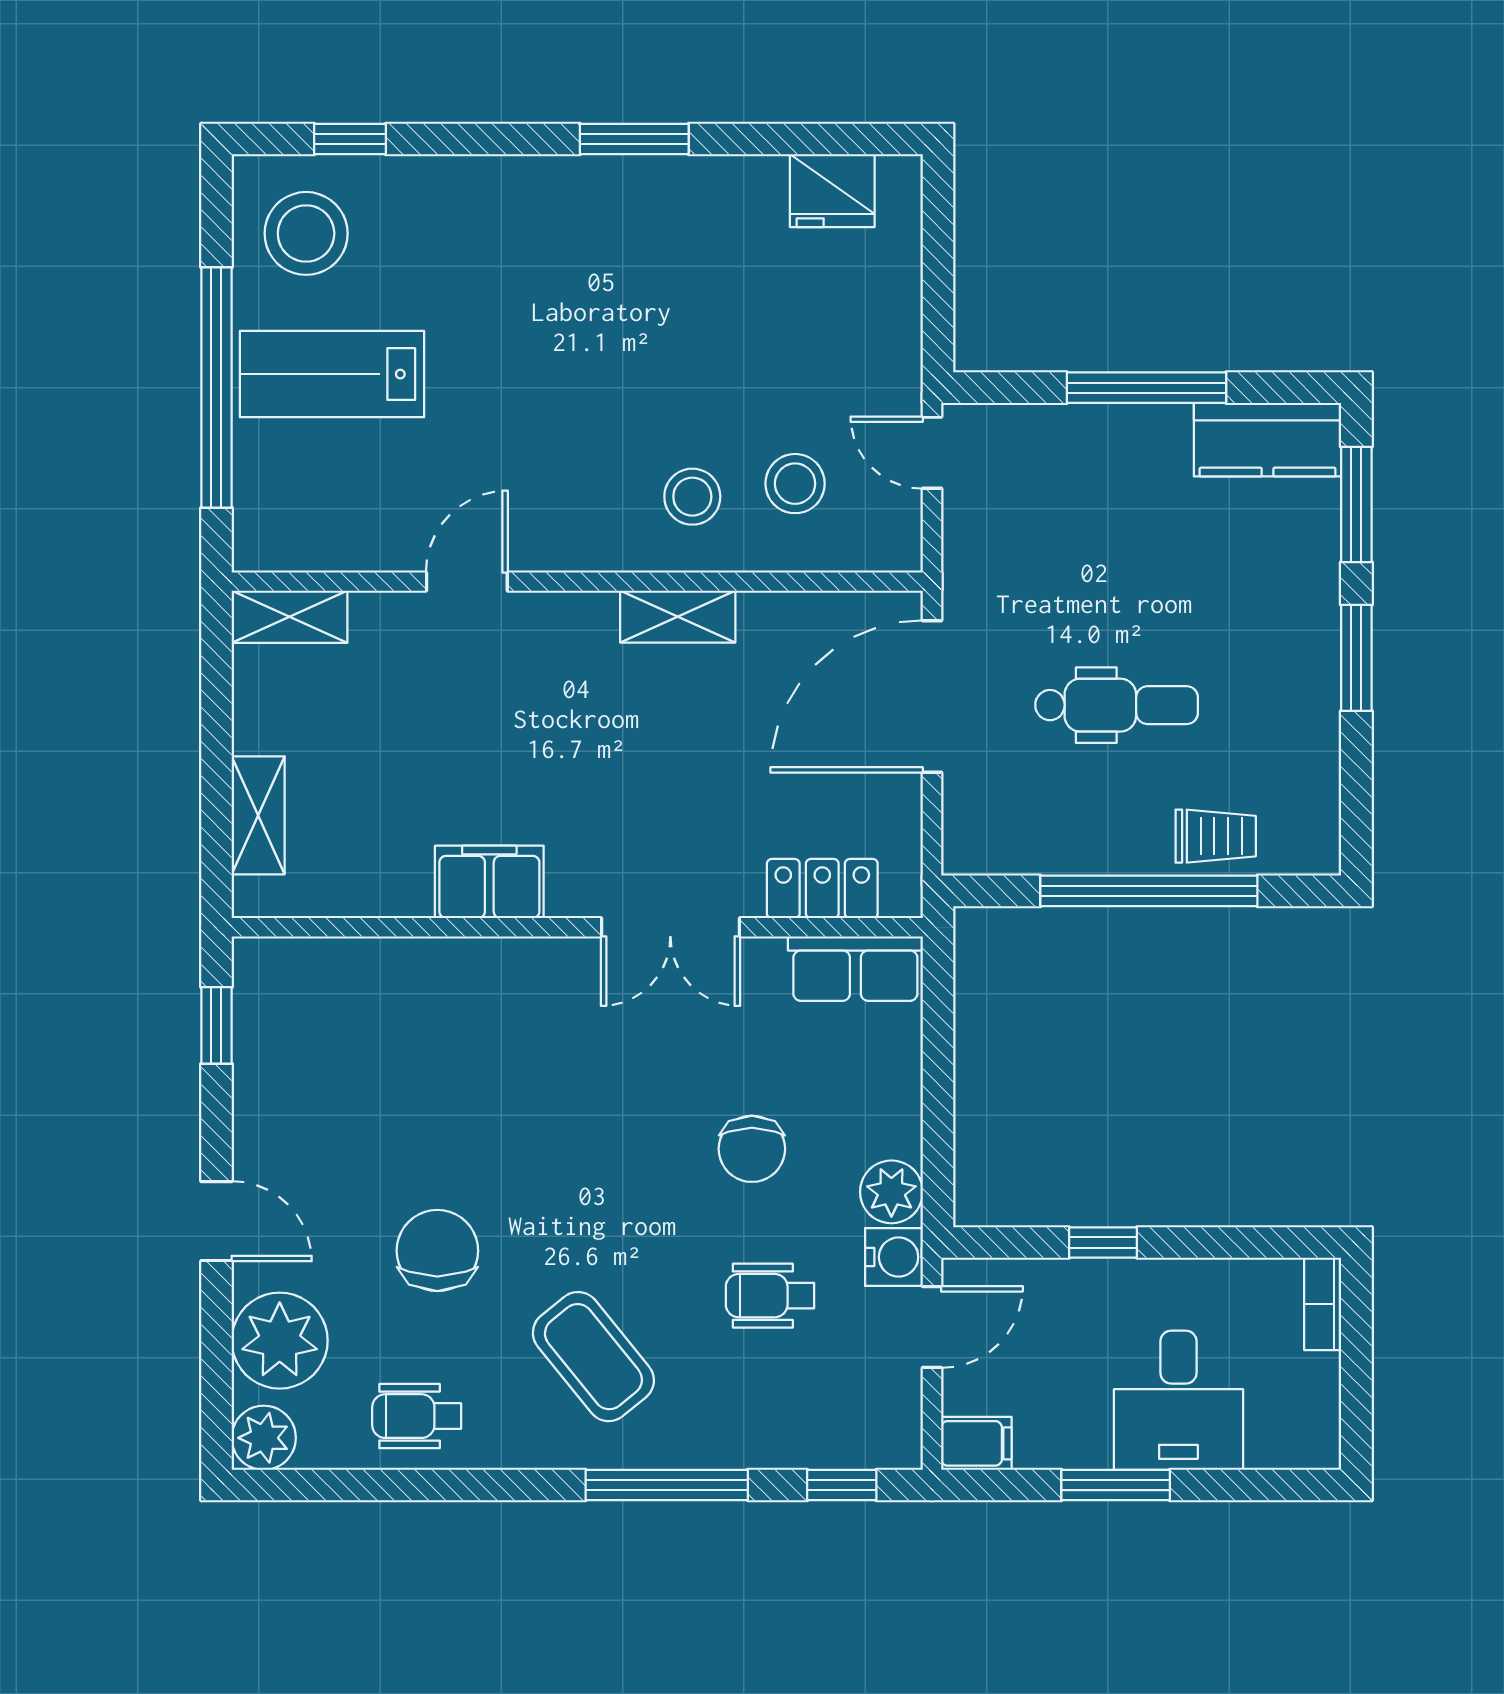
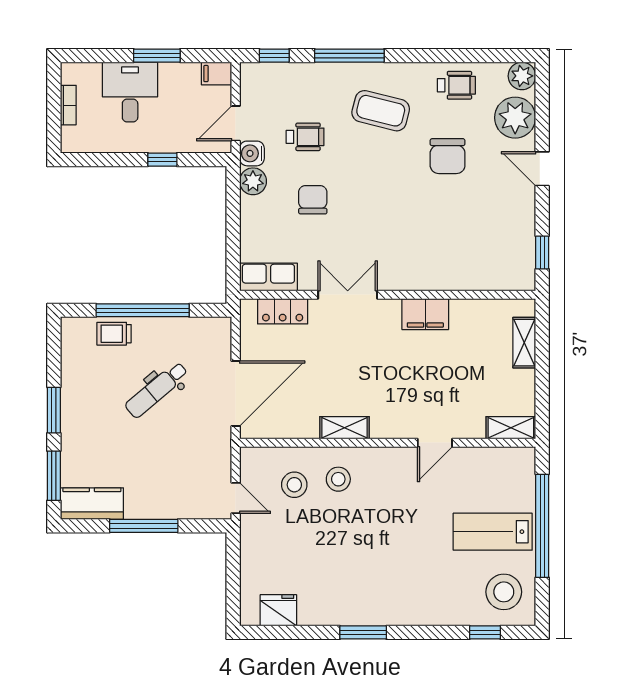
lab bench: (332, 374) -> (493, 532), turned 180
dental chair: (1117, 705) -> (157, 390), turned -40
bookcase: (1323, 1304) -> (68, 105), moved
coffee table: (593, 1357) -> (381, 111), turned -37

